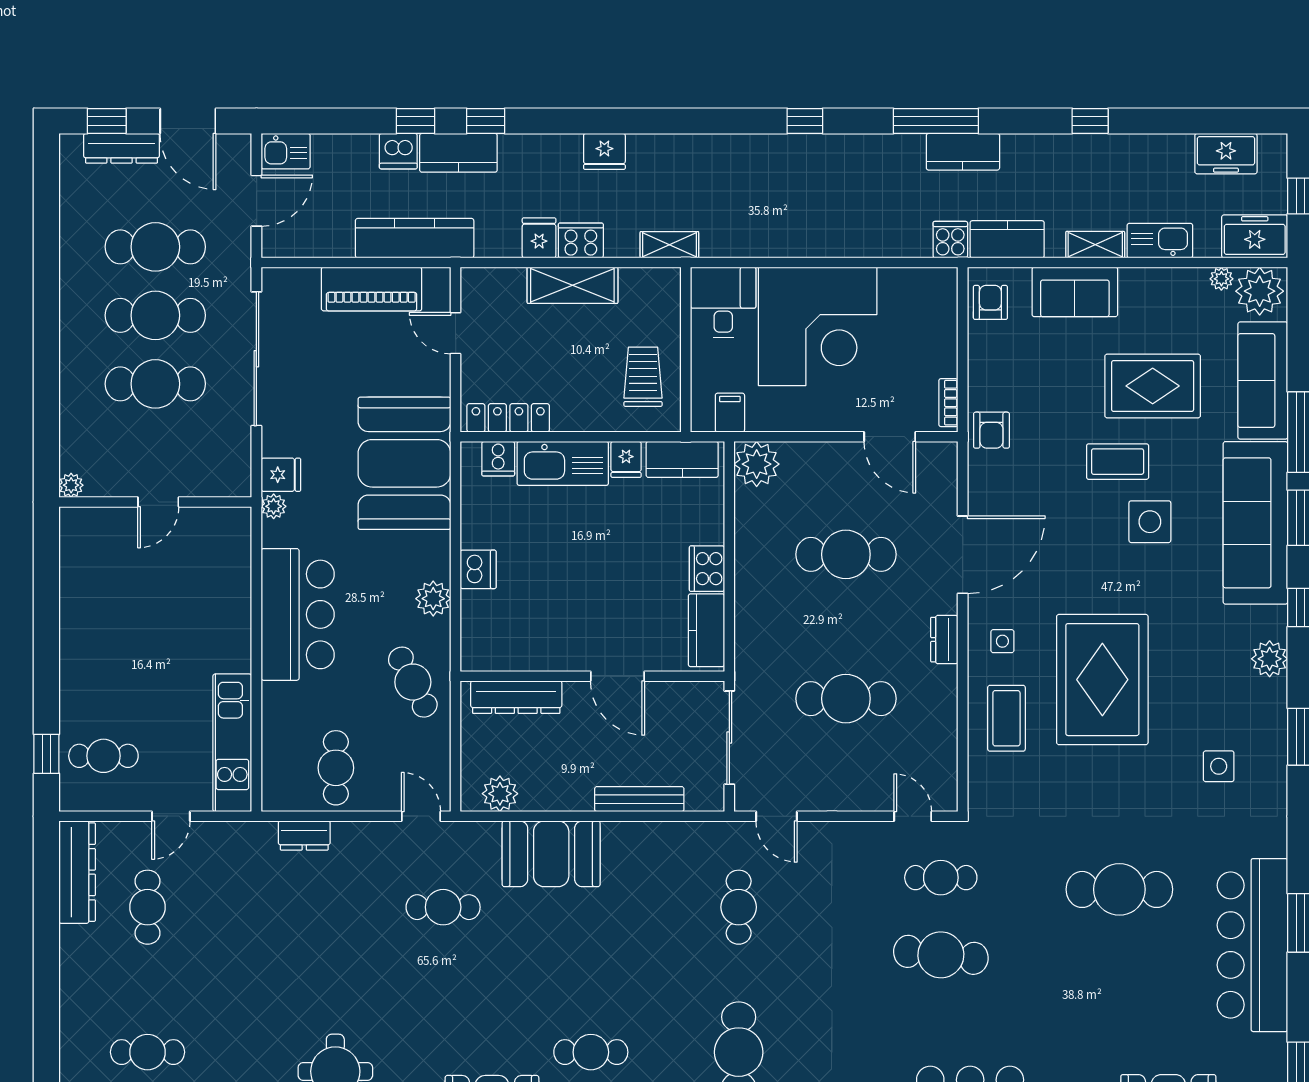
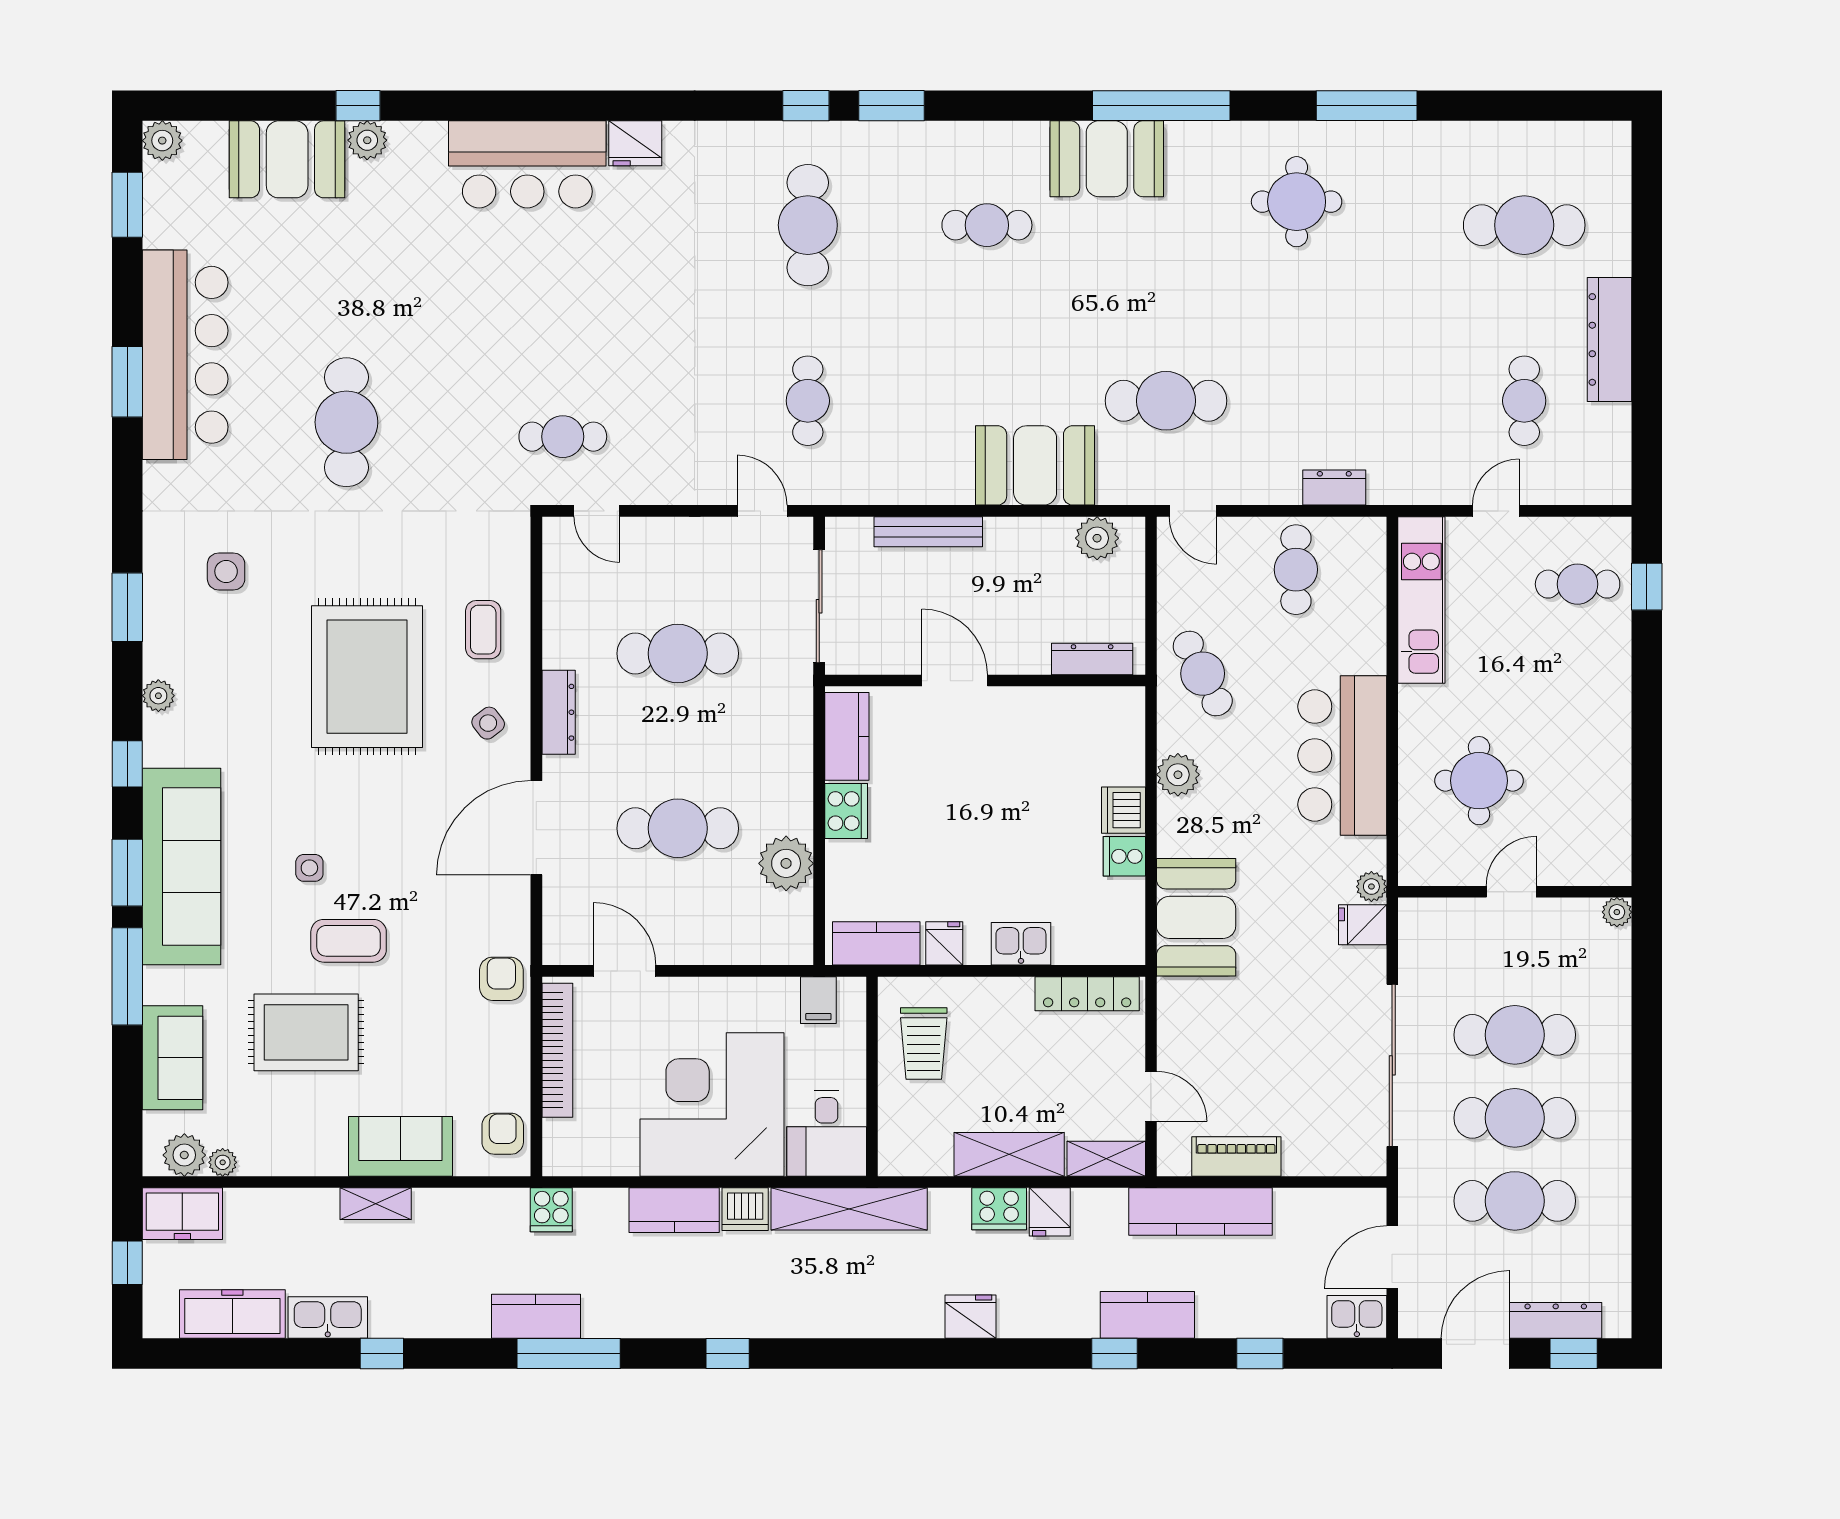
door: (188, 121) -> (1475, 1354), hinge flipped
window: (415, 121) -> (1260, 1354), moved
dishwasher: (398, 151) -> (745, 1209), moved, turned 180
freezer: (1226, 154) -> (232, 1314), width x1.40
kitchen counter: (1007, 239) -> (674, 1210), moved
kitchen sink: (1160, 241) -> (328, 1318), moved, turned 180
shelving: (669, 245) -> (849, 1209), width x2.20, depth x1.33
shelving: (492, 282) -> (1106, 1159), added
piano: (372, 289) -> (1236, 1156), width x0.73, depth x0.75
plant: (1260, 291) -> (184, 1155), width x0.73, depth x0.73
armchair: (990, 302) -> (503, 1134), turned 180
sofa: (1263, 381) -> (173, 1058), width x0.73
bookcase: (948, 403) -> (557, 1050), width x2.31, depth x1.31
cooker: (498, 459) -> (1124, 856), moved, turned -90
booth: (404, 463) -> (1196, 917), width x0.73, depth x0.70
kitchen sink: (563, 463) -> (1021, 944), width x0.53, depth x0.81
plant: (757, 464) -> (786, 863), moved
side table: (1150, 522) -> (309, 868), width x0.54, depth x0.54
round table: (185, 594) -> (1479, 781), added
dresser: (944, 640) -> (559, 712), width x1.44
side table: (1002, 641) -> (488, 723), turned -37
plant: (1270, 659) -> (158, 696), width x0.73, depth x0.73
dresser: (516, 697) -> (1092, 659), width x0.73, depth x0.80
coffee table: (1006, 718) -> (483, 630), width x0.73, depth x0.77
dresser: (77, 872) -> (1610, 339), moved
cafe table: (1119, 889) -> (346, 422), turned 90
cafe table: (443, 907) -> (1166, 401), width x1.37, depth x1.35
cafe table: (941, 955) -> (563, 343), removed
cafe table: (147, 1052) -> (1524, 225), width x1.37, depth x1.35

